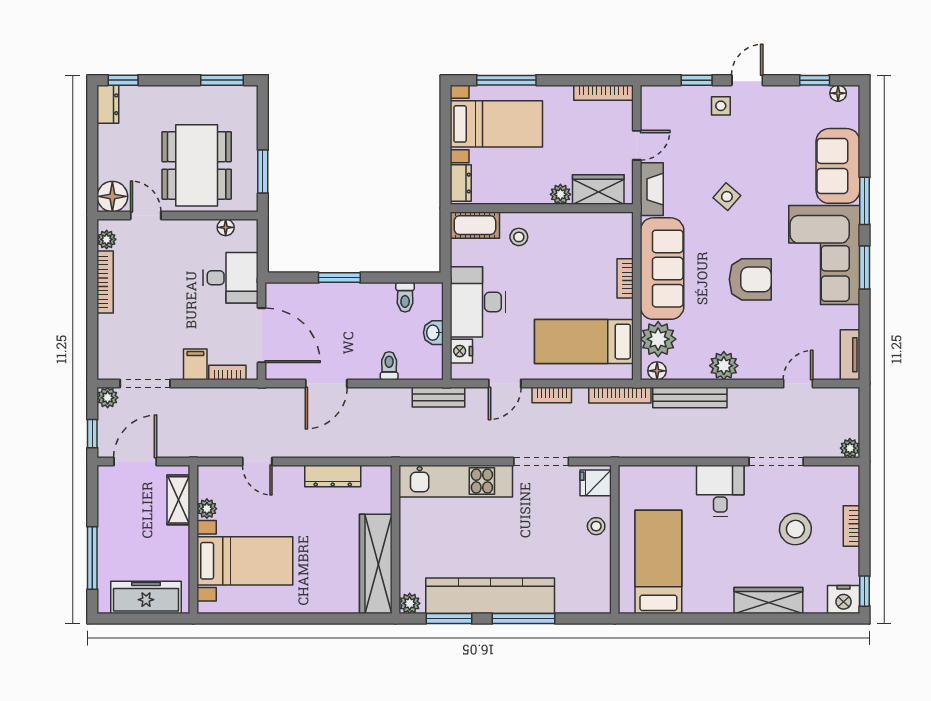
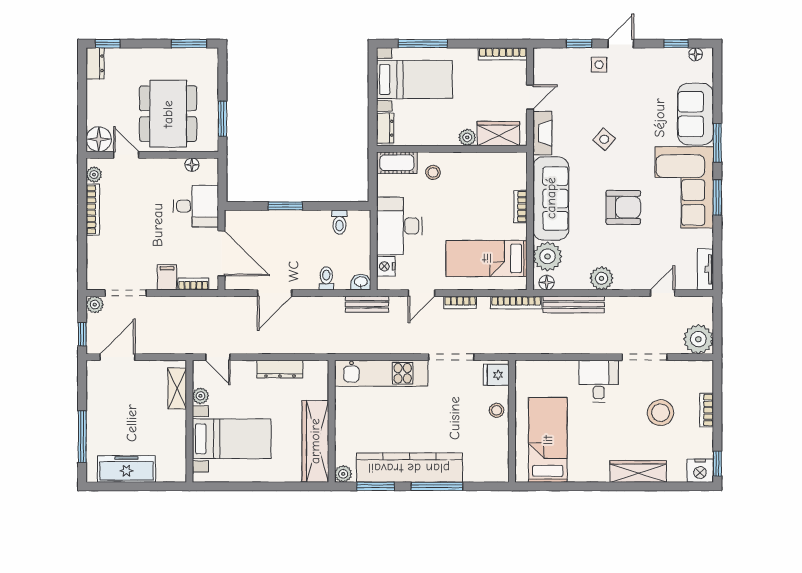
washbasin: (433, 333) -> (361, 282), moved, turned 90
plant: (850, 448) -> (698, 339), width x1.87, depth x1.87
shelving: (178, 500) -> (177, 389), moved
plant: (207, 509) -> (200, 396), moved
wall: (193, 539) -> (189, 421), moved
bed with nightstands: (245, 561) -> (232, 439), moved

